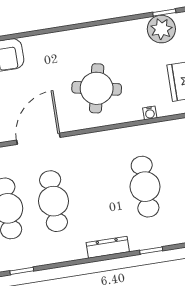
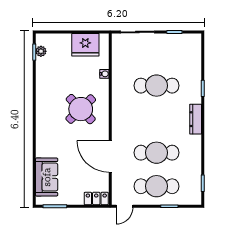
plant: (161, 29) -> (41, 51), width x0.53, depth x0.53
round table: (97, 88) -> (81, 109), turned 34

